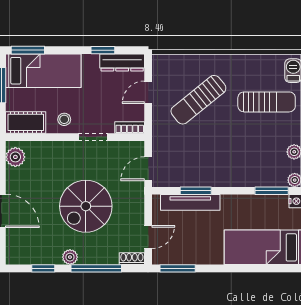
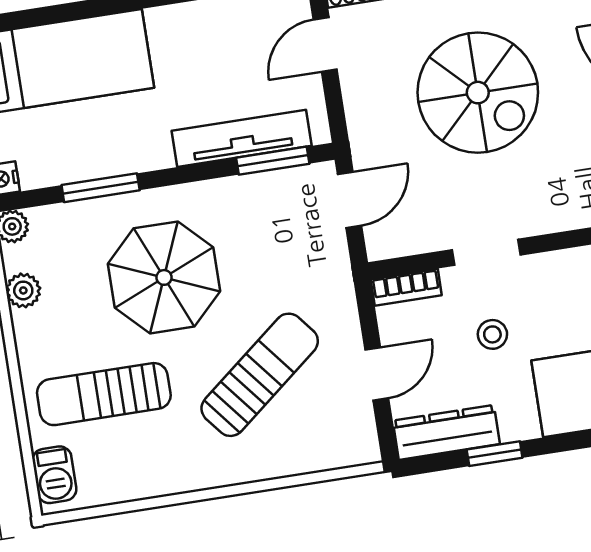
stool: (64, 119) -> (492, 334), moved
parasol: (233, 148) -> (164, 277), added
window: (196, 191) -> (273, 161), moved
window: (272, 191) -> (101, 188), moved
spiral stairs: (86, 206) -> (478, 93), turned 90

